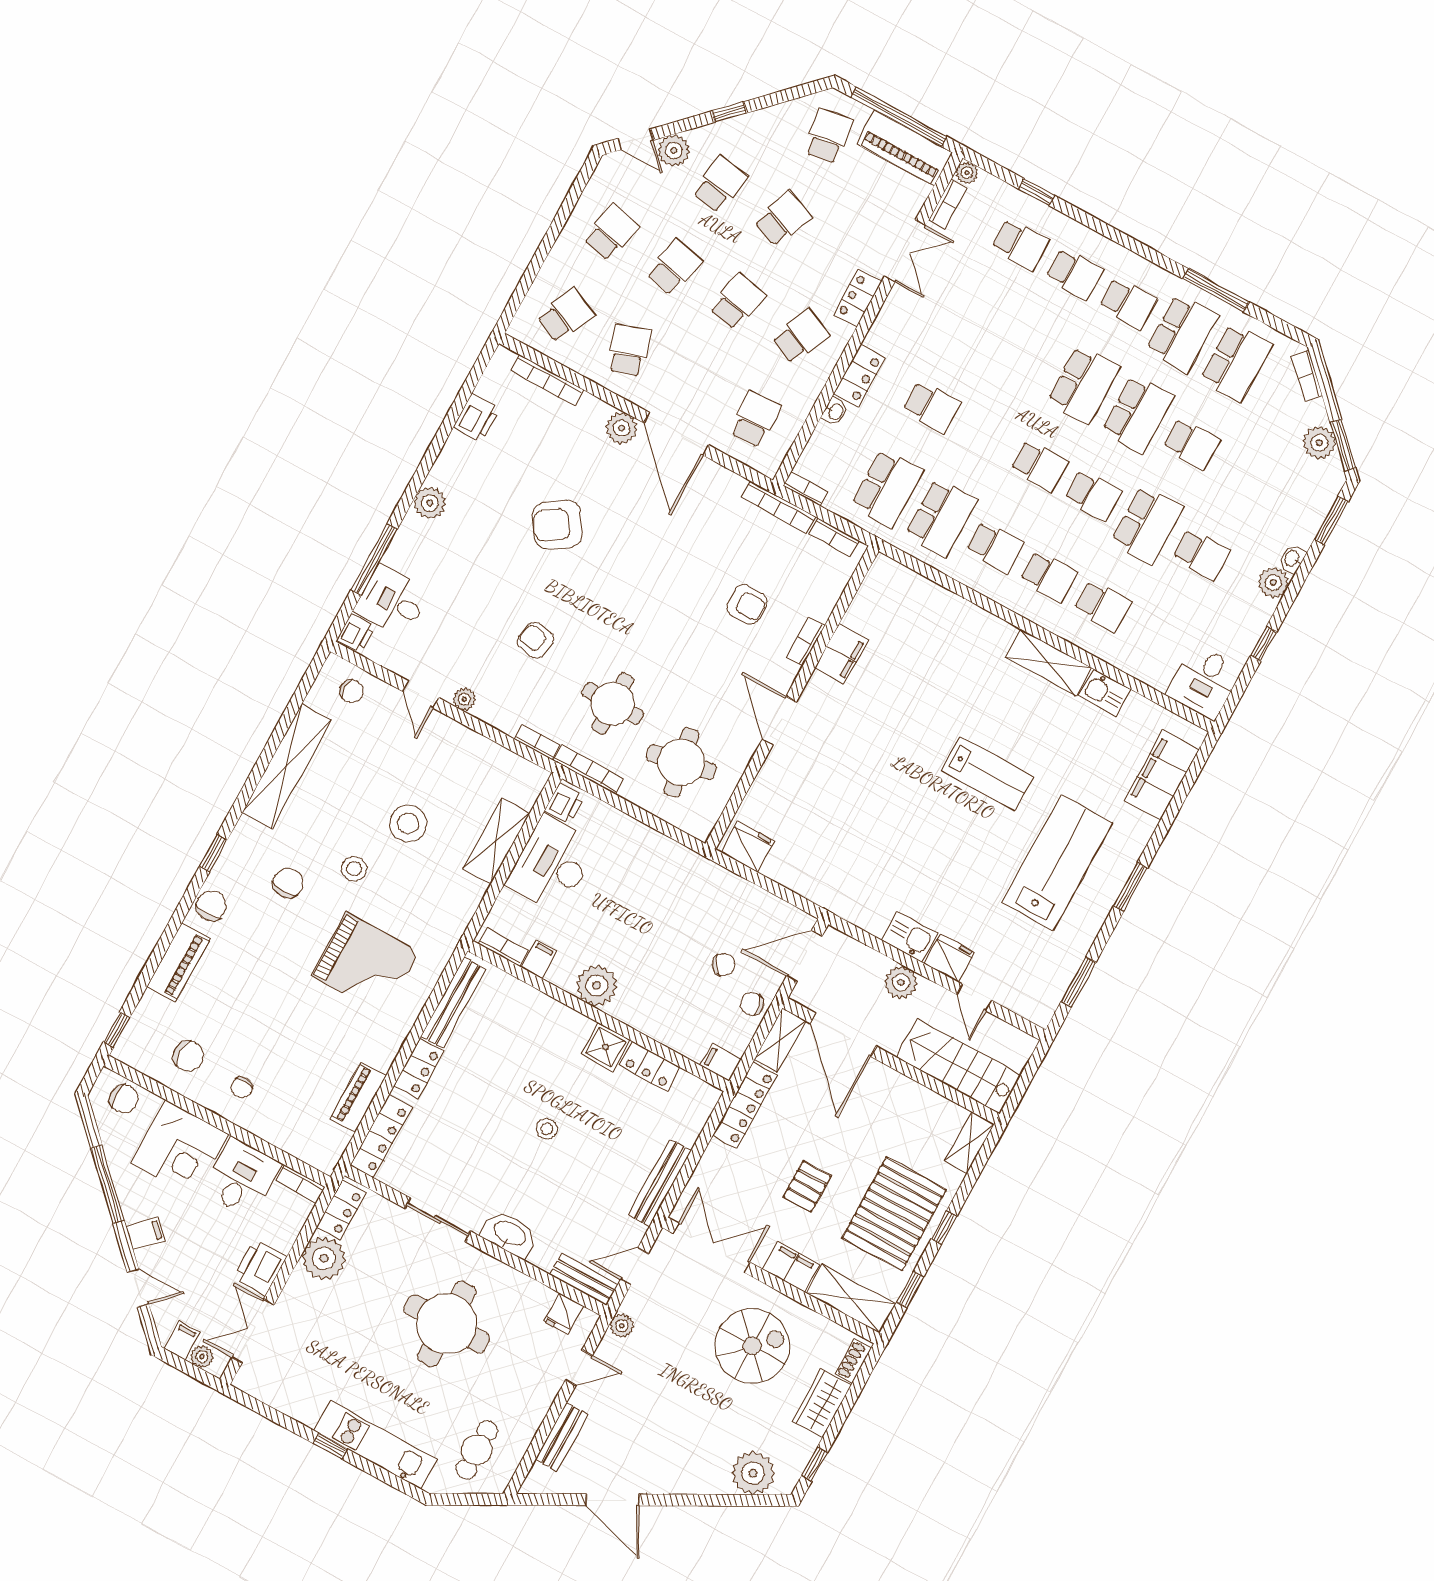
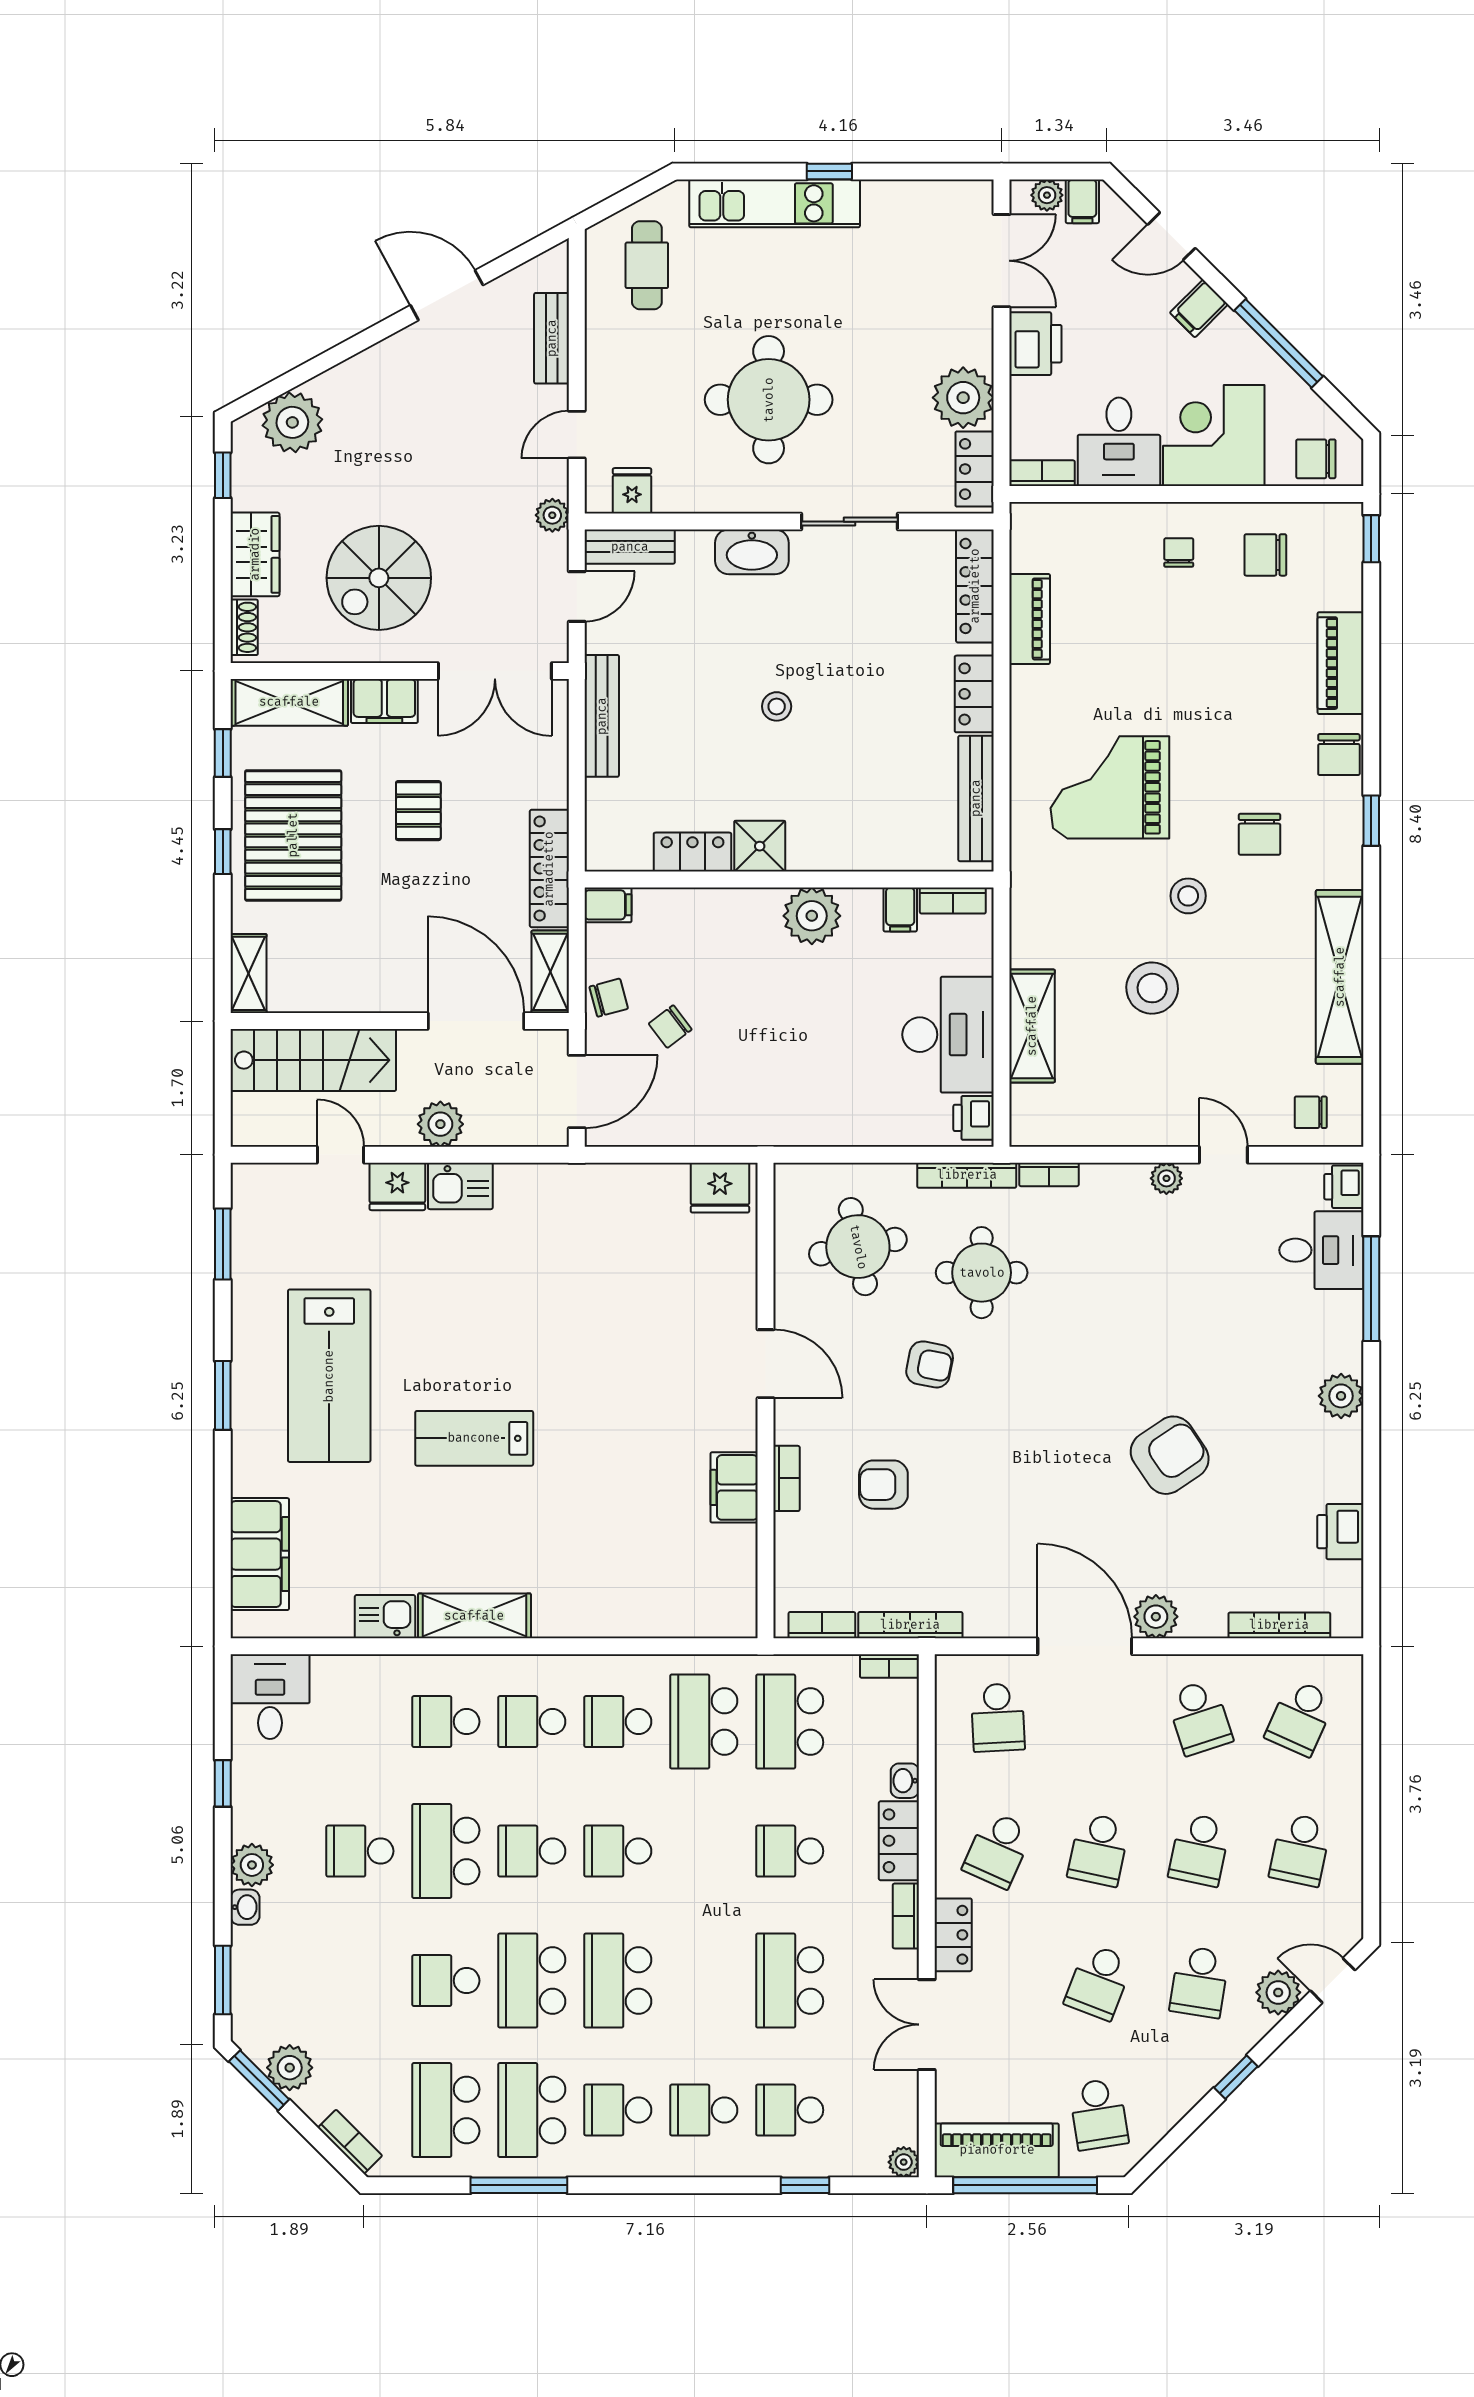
bookcase: (948, 204) -> (906, 1916), moved
school desk: (976, 326) -> (790, 1981), added
armchair: (536, 640) -> (930, 1364), moved

